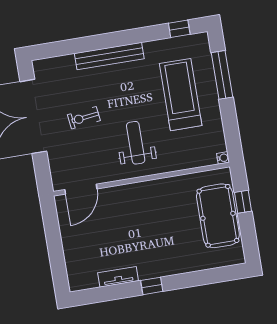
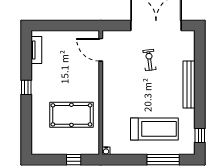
weight bench: (136, 143) -> (126, 93), removed
pool table: (218, 216) -> (71, 115), moved
tv unit: (118, 277) -> (36, 50), moved

